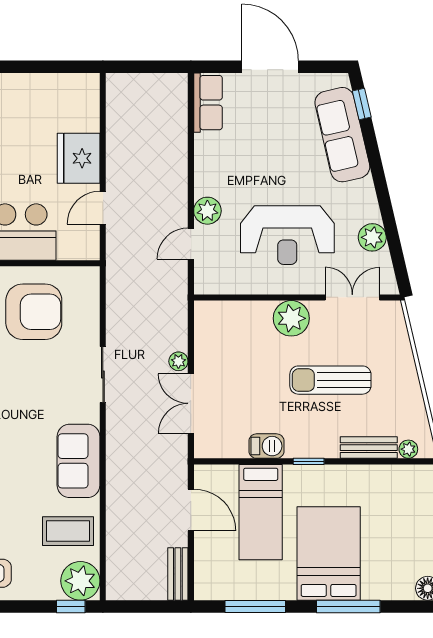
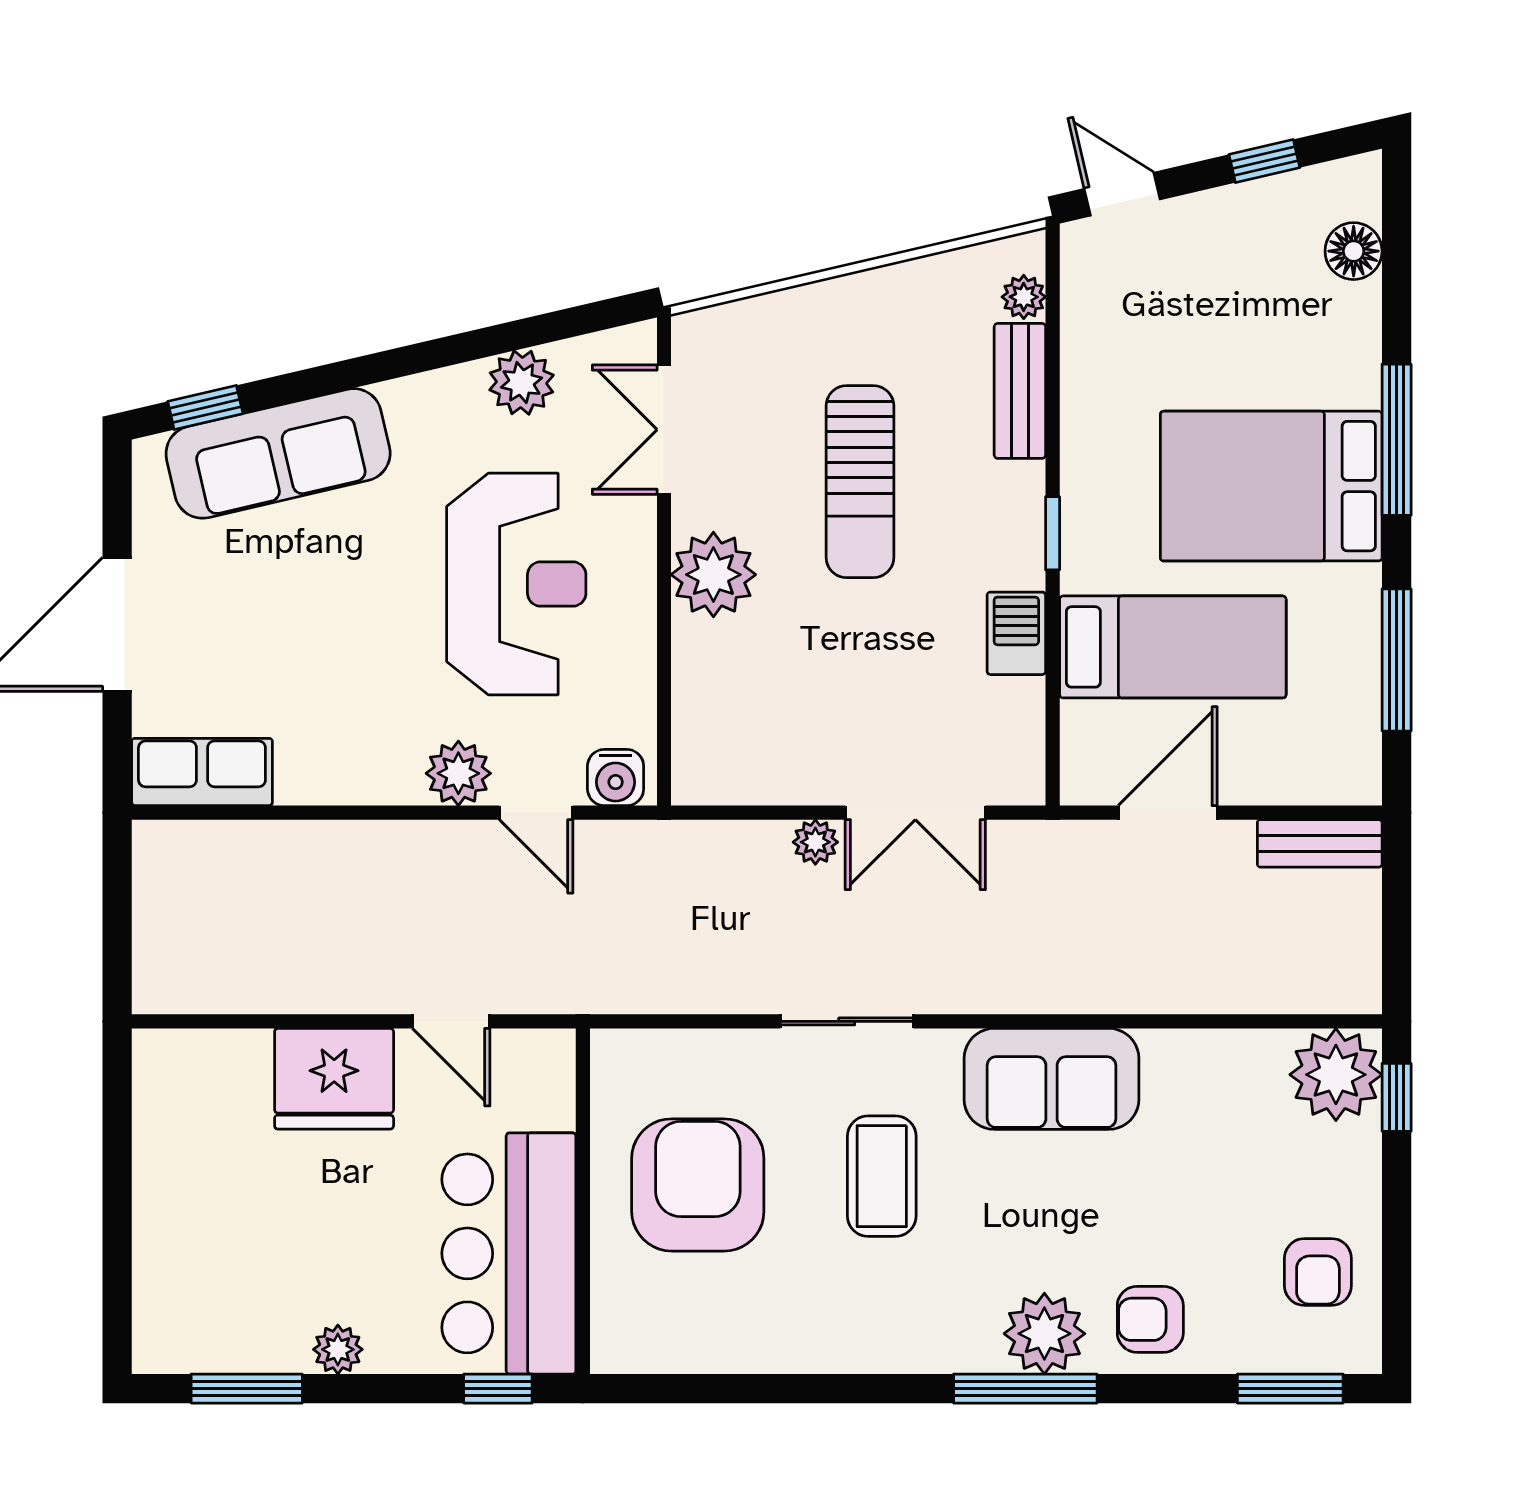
water cooler: (206, 277) -> (616, 778), added
coffee table: (68, 531) -> (882, 1176), moved

